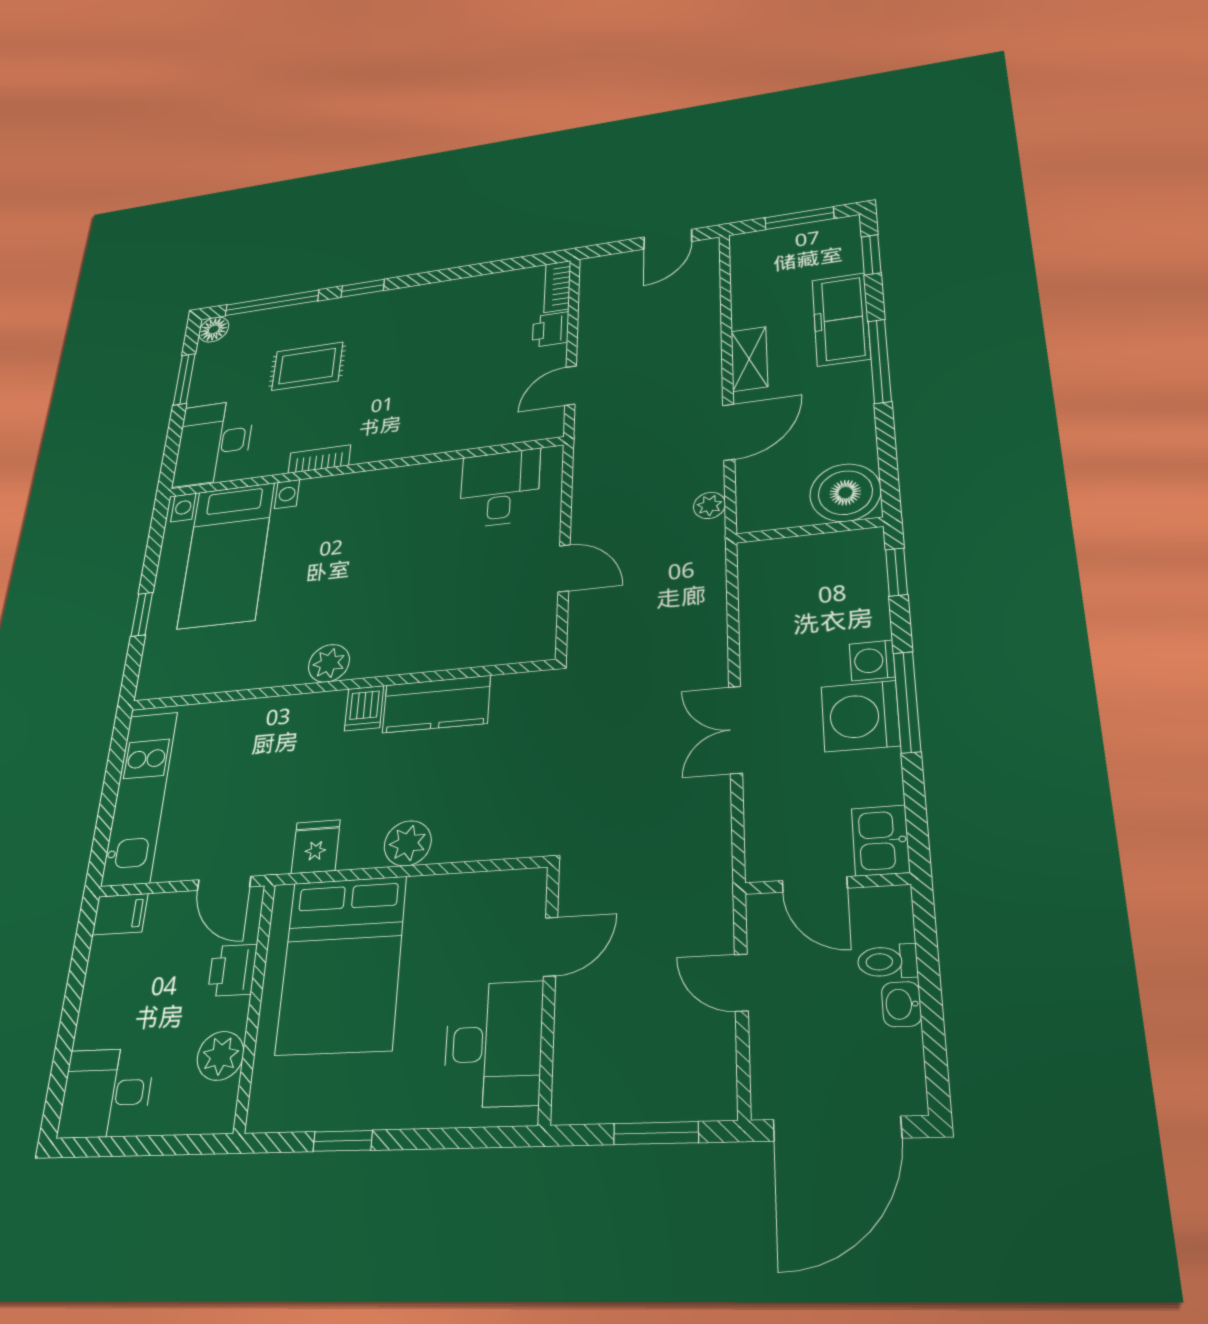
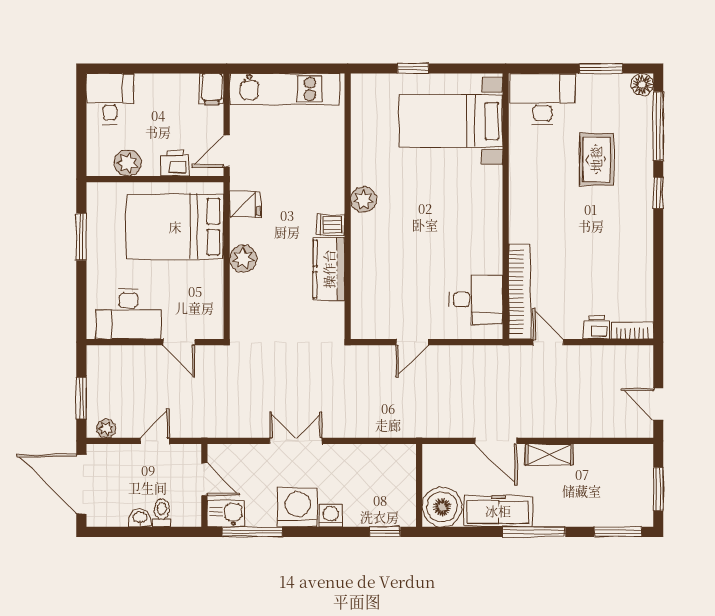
window: (871, 255) -> (618, 532), width x1.50
freezer: (841, 319) -> (498, 511), moved
bookcase: (319, 459) -> (519, 291), moved, width x2.31, depth x1.31
plant: (709, 505) -> (106, 429), moved
window: (907, 702) -> (252, 532), moved
door: (815, 884) -> (204, 479), swing flipped
window: (343, 1141) -> (81, 237), width x1.50

